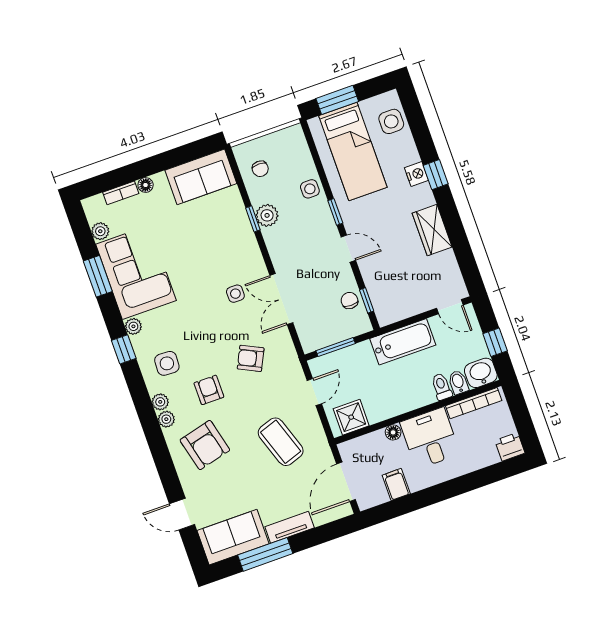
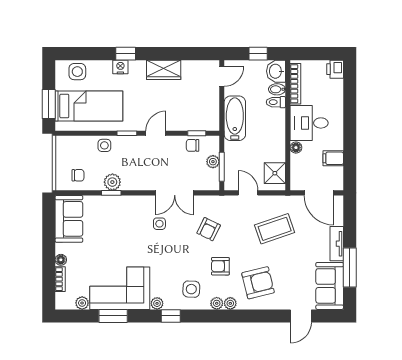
plant: (338, 334) -> (213, 162), added

